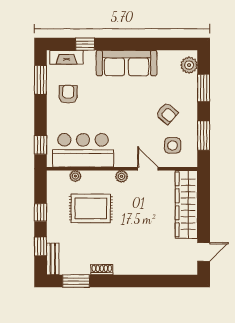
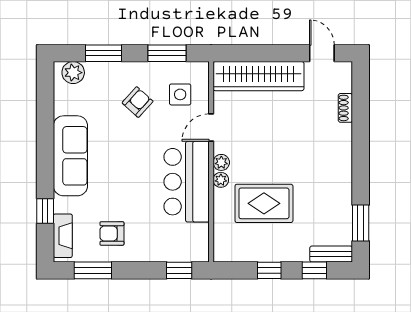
bar counter: (83, 150) -> (187, 182), moved
plant: (75, 176) -> (221, 180), moved
rug: (91, 208) -> (264, 203), turned 90
shoe rack: (102, 270) -> (345, 108), moved

